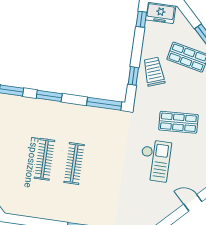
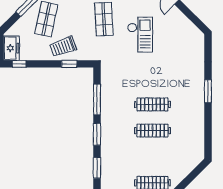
window: (104, 104) -> (97, 100), moved
checkout: (155, 161) -> (140, 35), turned 90

